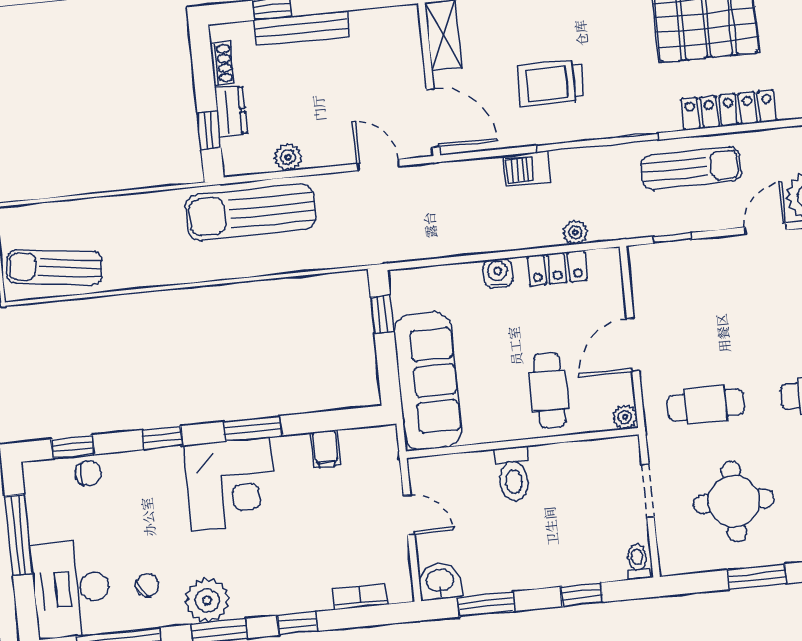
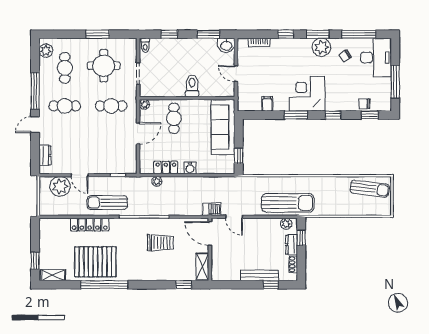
plant: (288, 157) -> (286, 224), moved
barbecue: (526, 169) -> (212, 209), moved
door: (765, 228) -> (80, 175), hinge flipped

